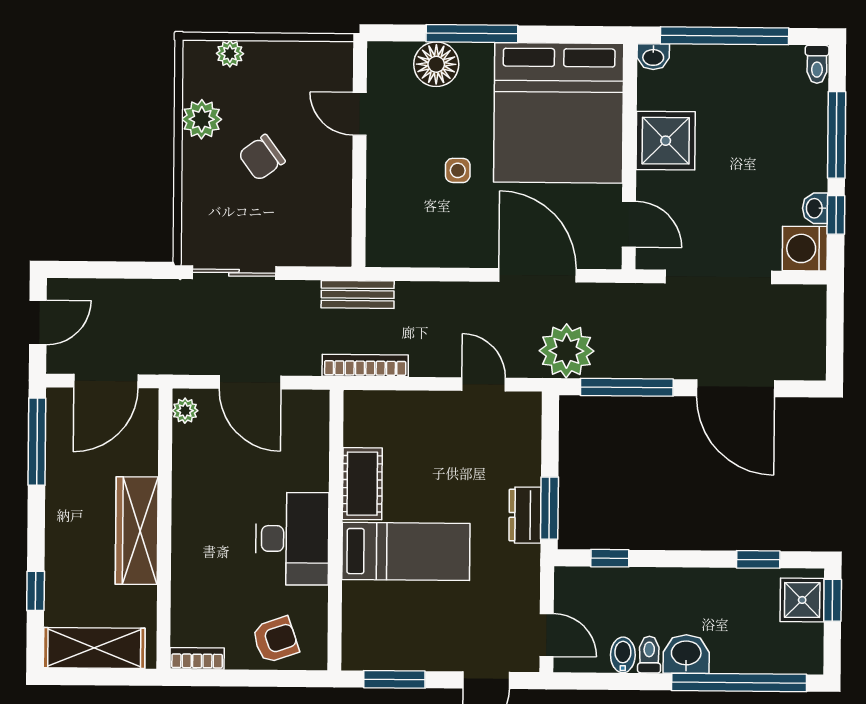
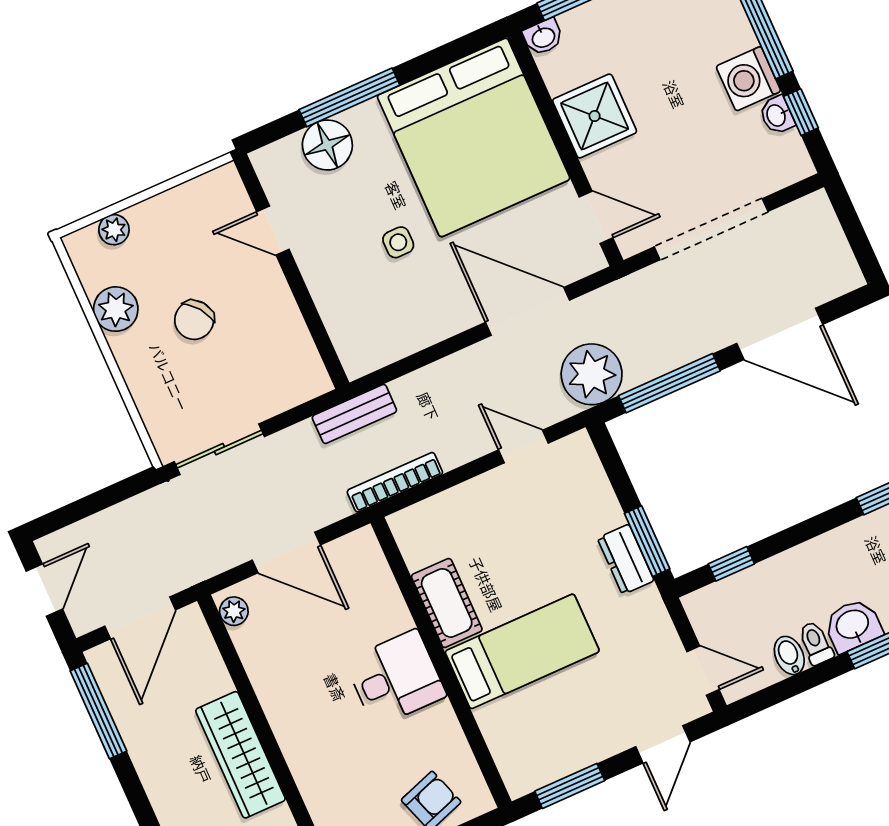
washing machine: (805, 249) -> (748, 79), moved
desk: (292, 539) -> (396, 678), width x0.73

